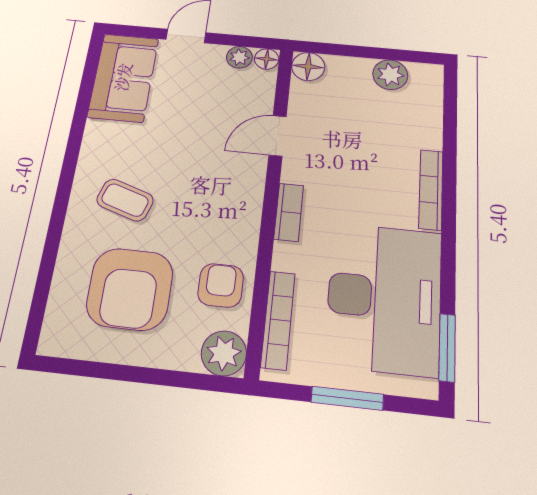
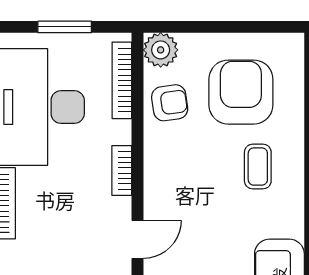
coffee table: (125, 200) -> (258, 167), turned 72
armchair: (221, 285) -> (170, 103), turned -98

